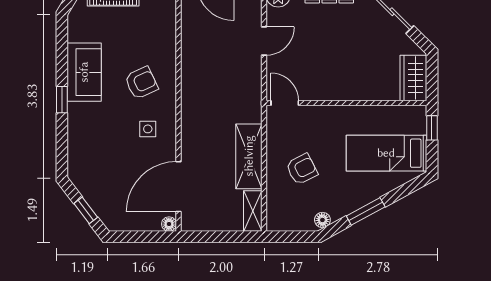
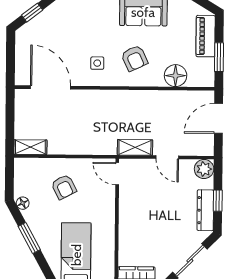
door: (285, 103) -> (117, 174), swing flipped
shelving: (249, 156) -> (135, 147), moved, width x0.67, depth x0.75
floor lamp: (169, 224) -> (176, 76), moved, width x1.89, depth x1.89

